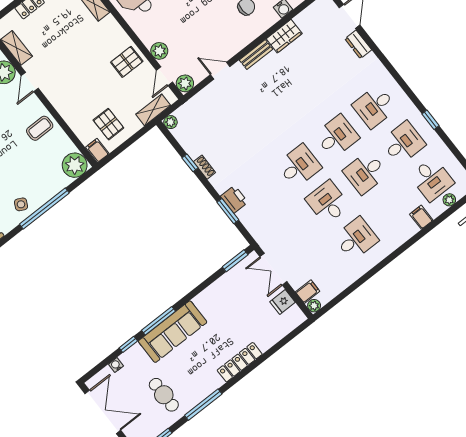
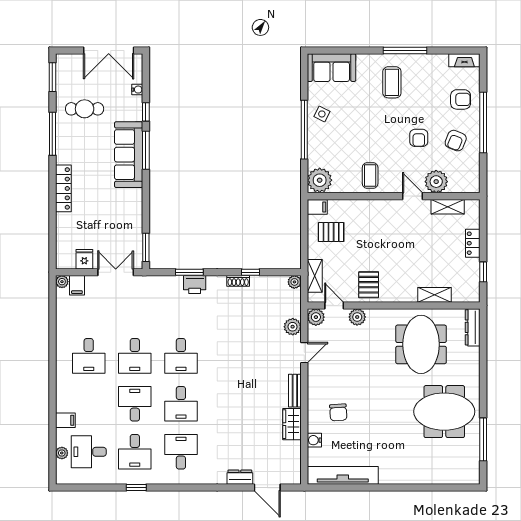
plant: (207, 96) -> (293, 327), added
desk: (328, 202) -> (135, 356), turned 90

